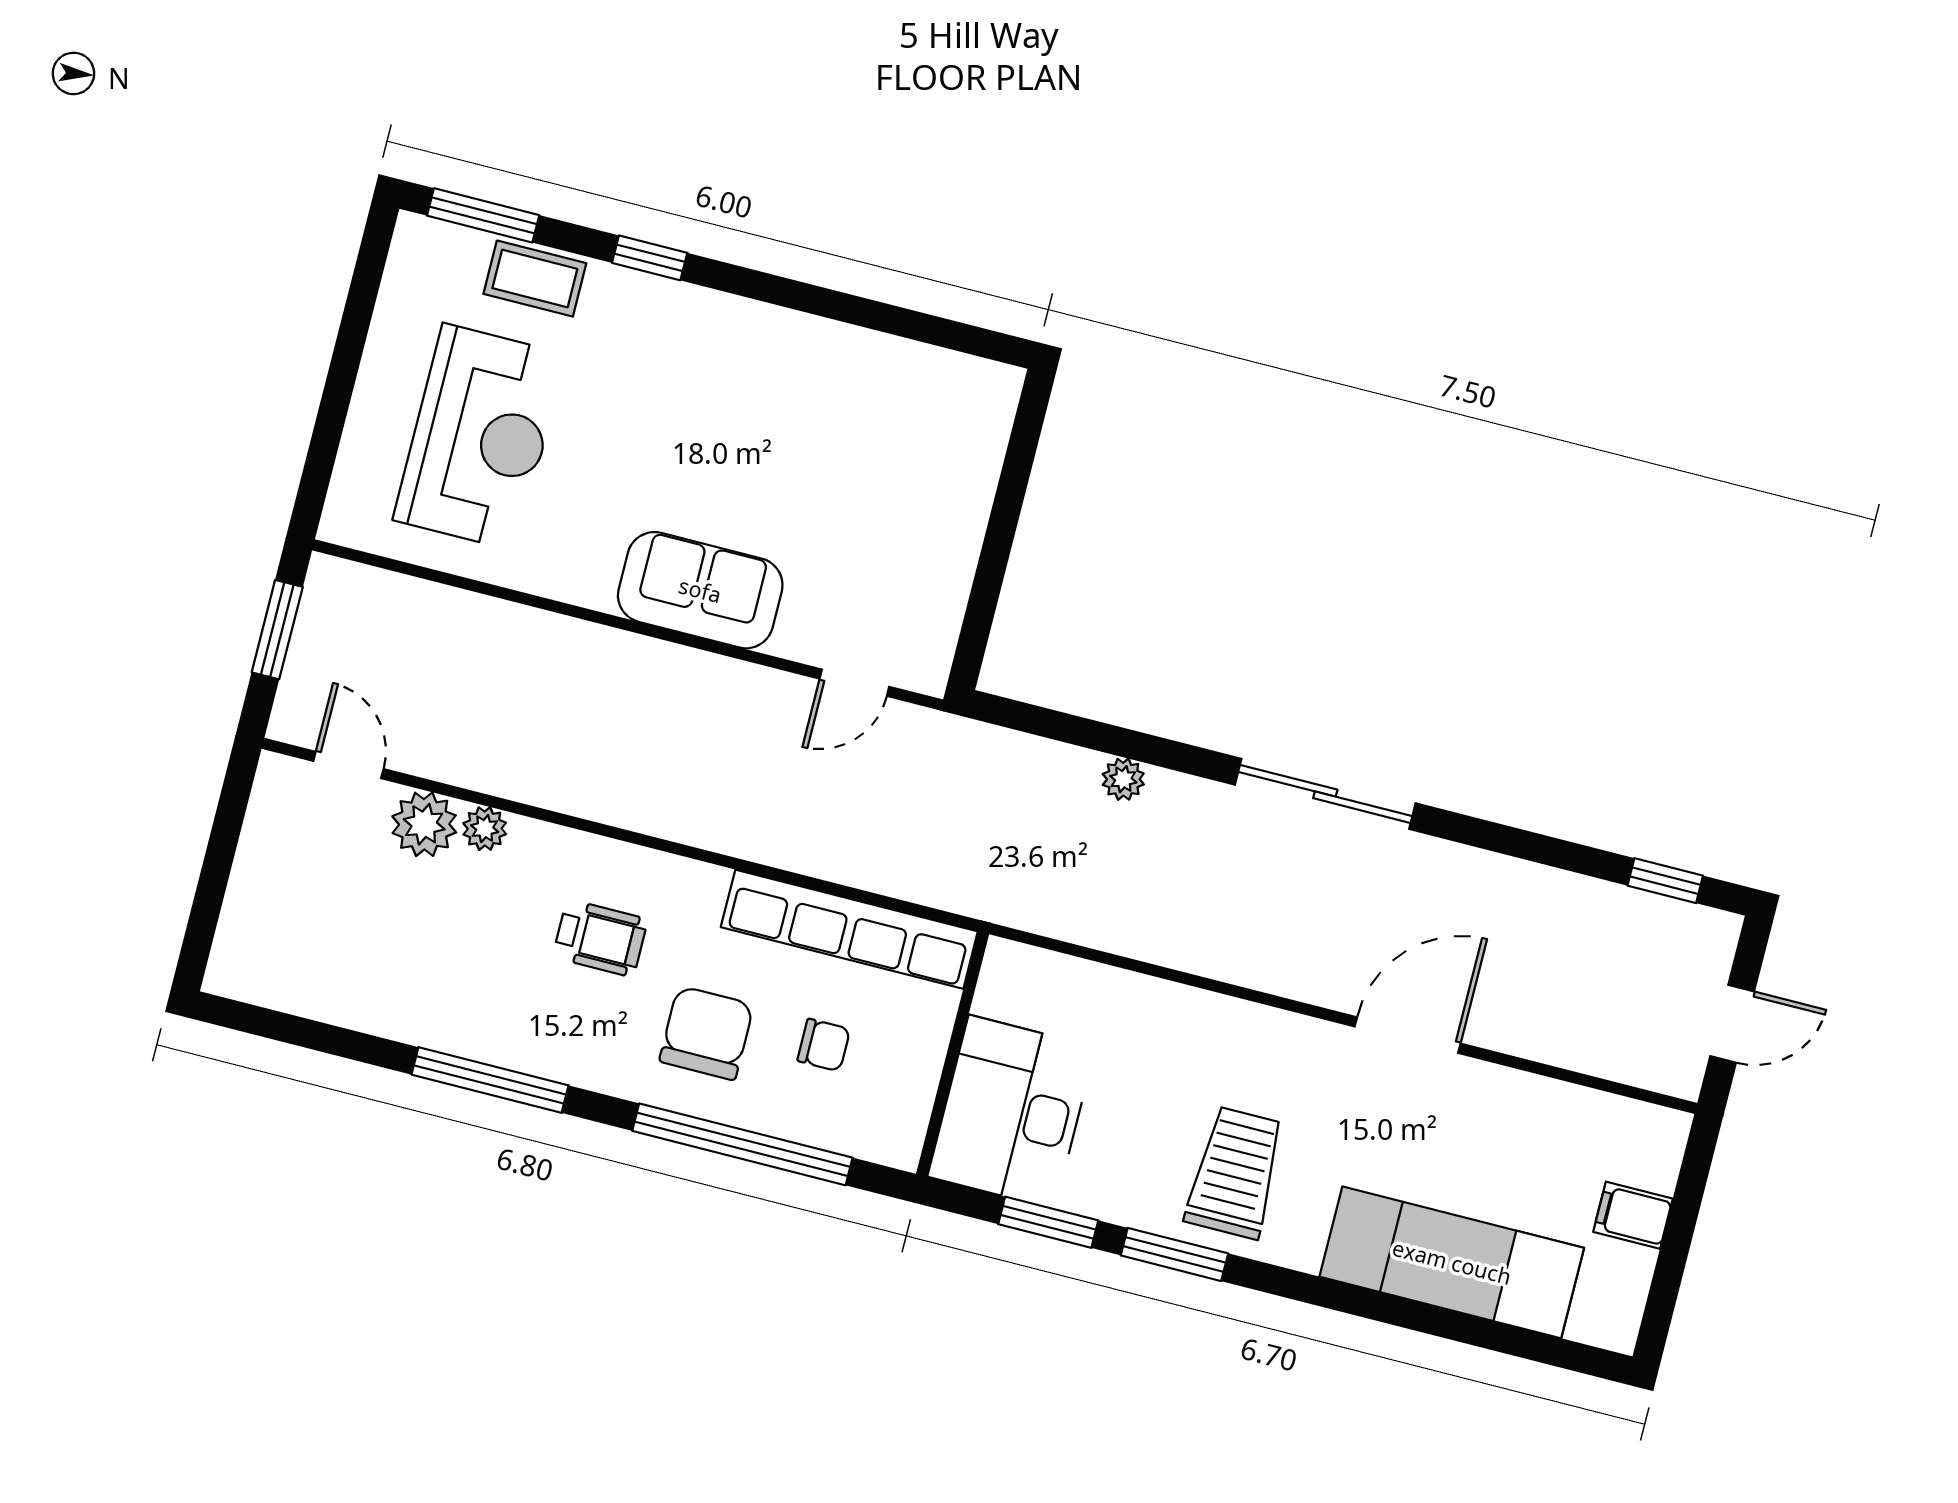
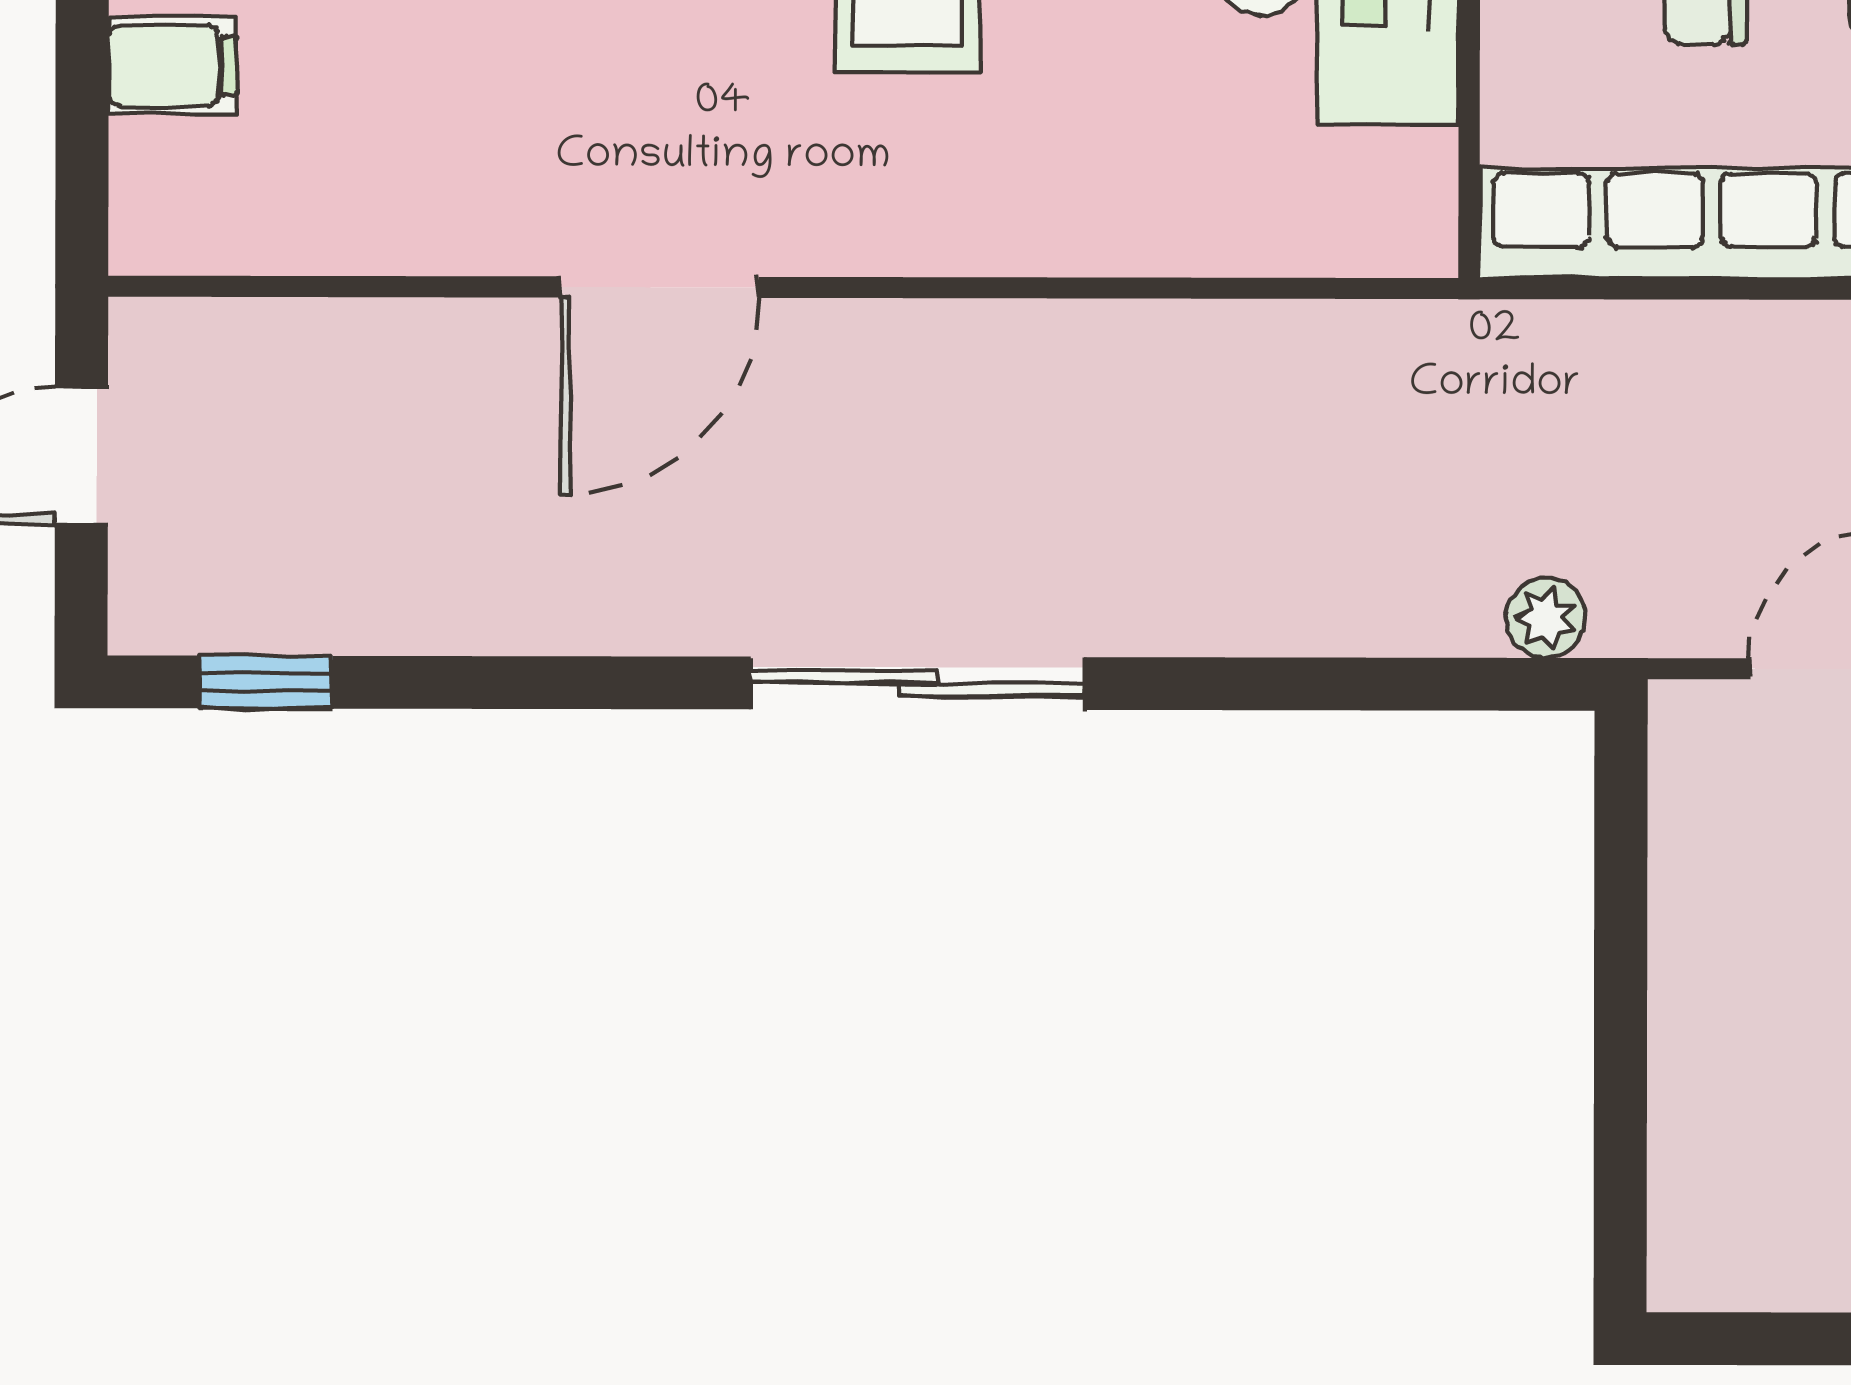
plant: (1123, 779) -> (1546, 618), moved

